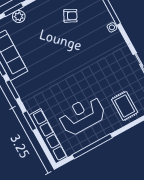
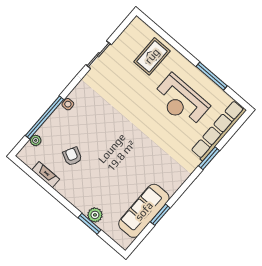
window: (13, 90) -> (181, 191), removed
window: (92, 146) -> (212, 76), width x0.68

